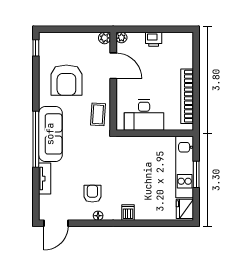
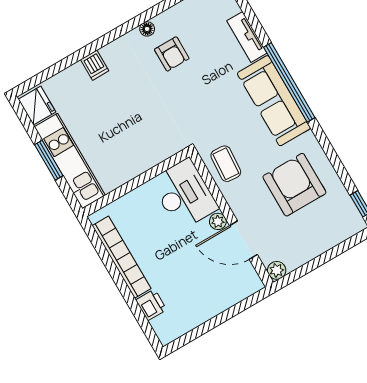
plant: (121, 37) -> (218, 221), moved
printer: (154, 39) -> (151, 305), moved, turned 90
desk: (144, 115) -> (184, 194), moved, turned 90
dishwasher: (128, 213) -> (95, 65), moved

